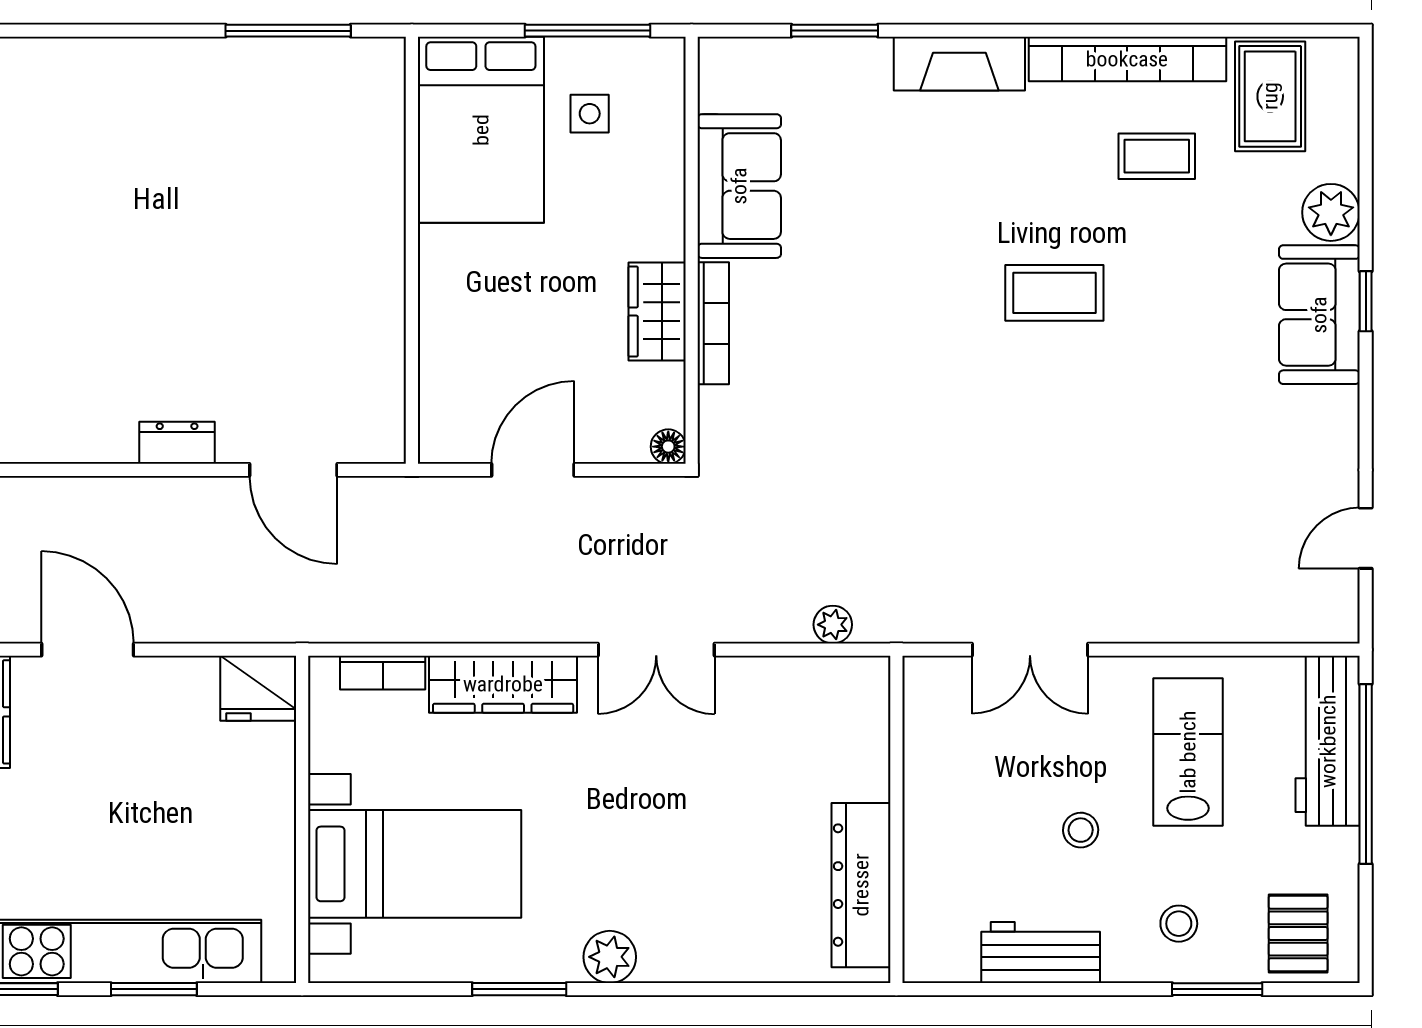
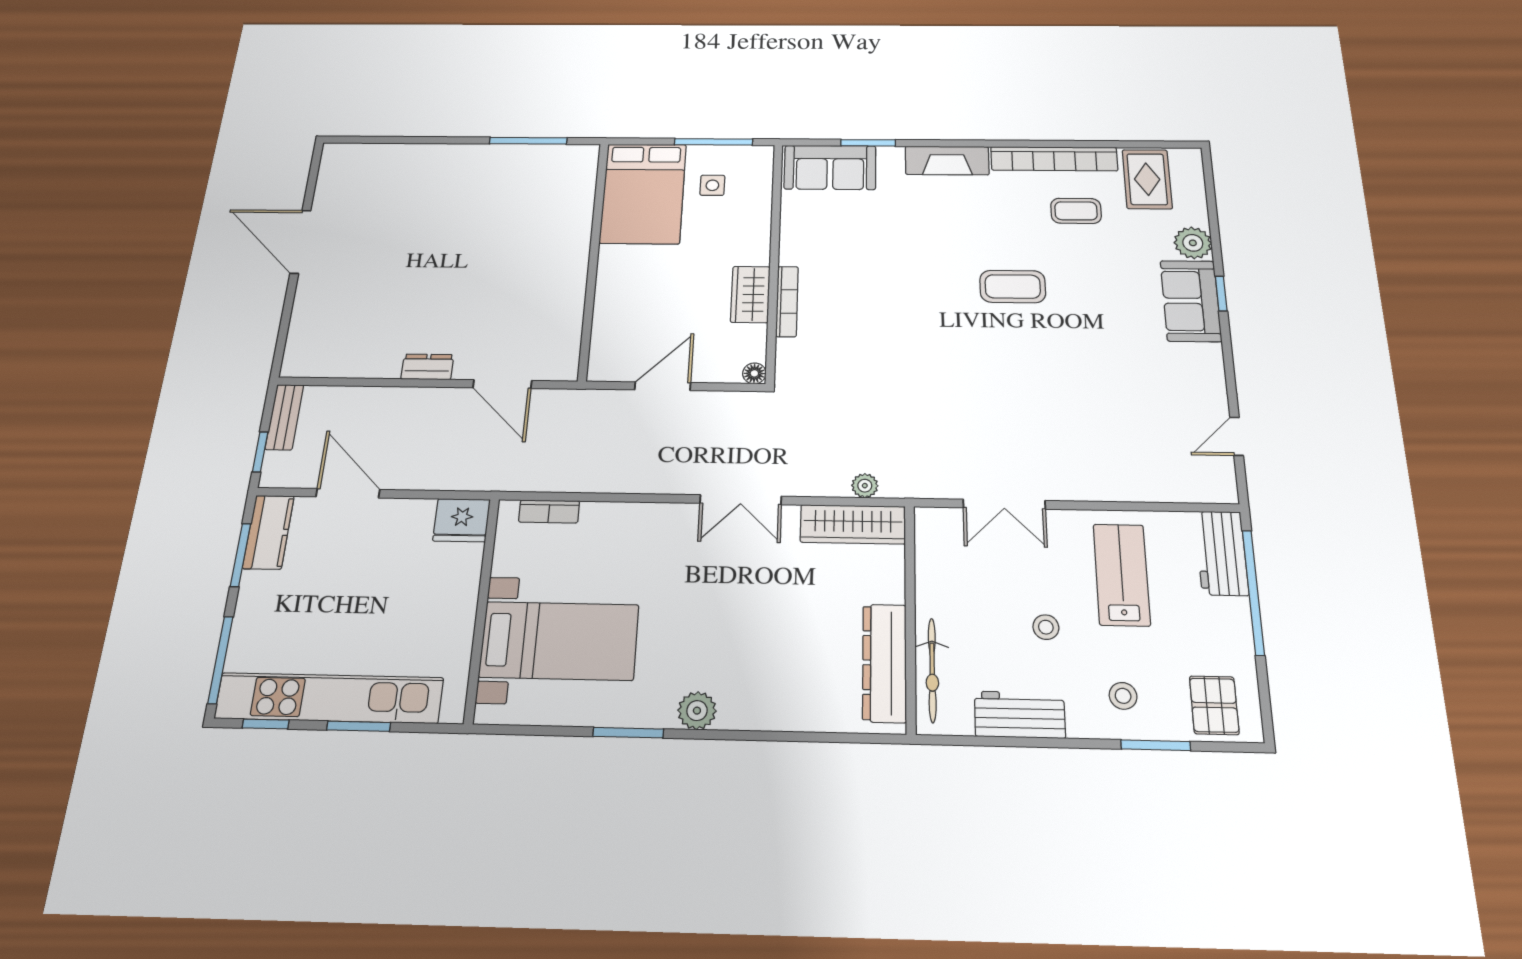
sofa: (739, 186) -> (830, 167), moved, turned 90
wardrobe: (503, 684) -> (853, 524), moved
workbench: (1328, 741) -> (1221, 553), width x0.73
bicycle: (925, 894) -> (932, 670), added

